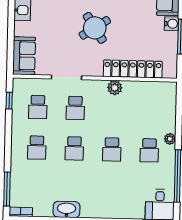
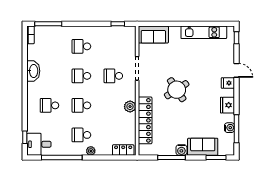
locker: (170, 98) -> (123, 150), added
school desk: (38, 107) -> (49, 105), moved

